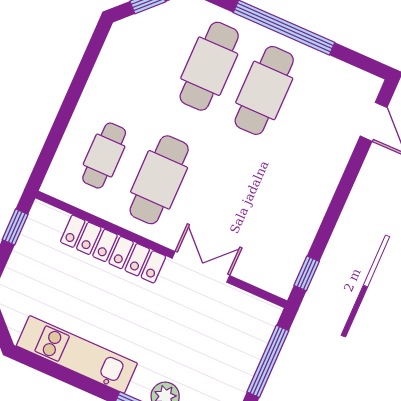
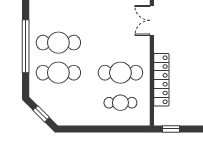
double door: (201, 267) -> (152, 20), moved

